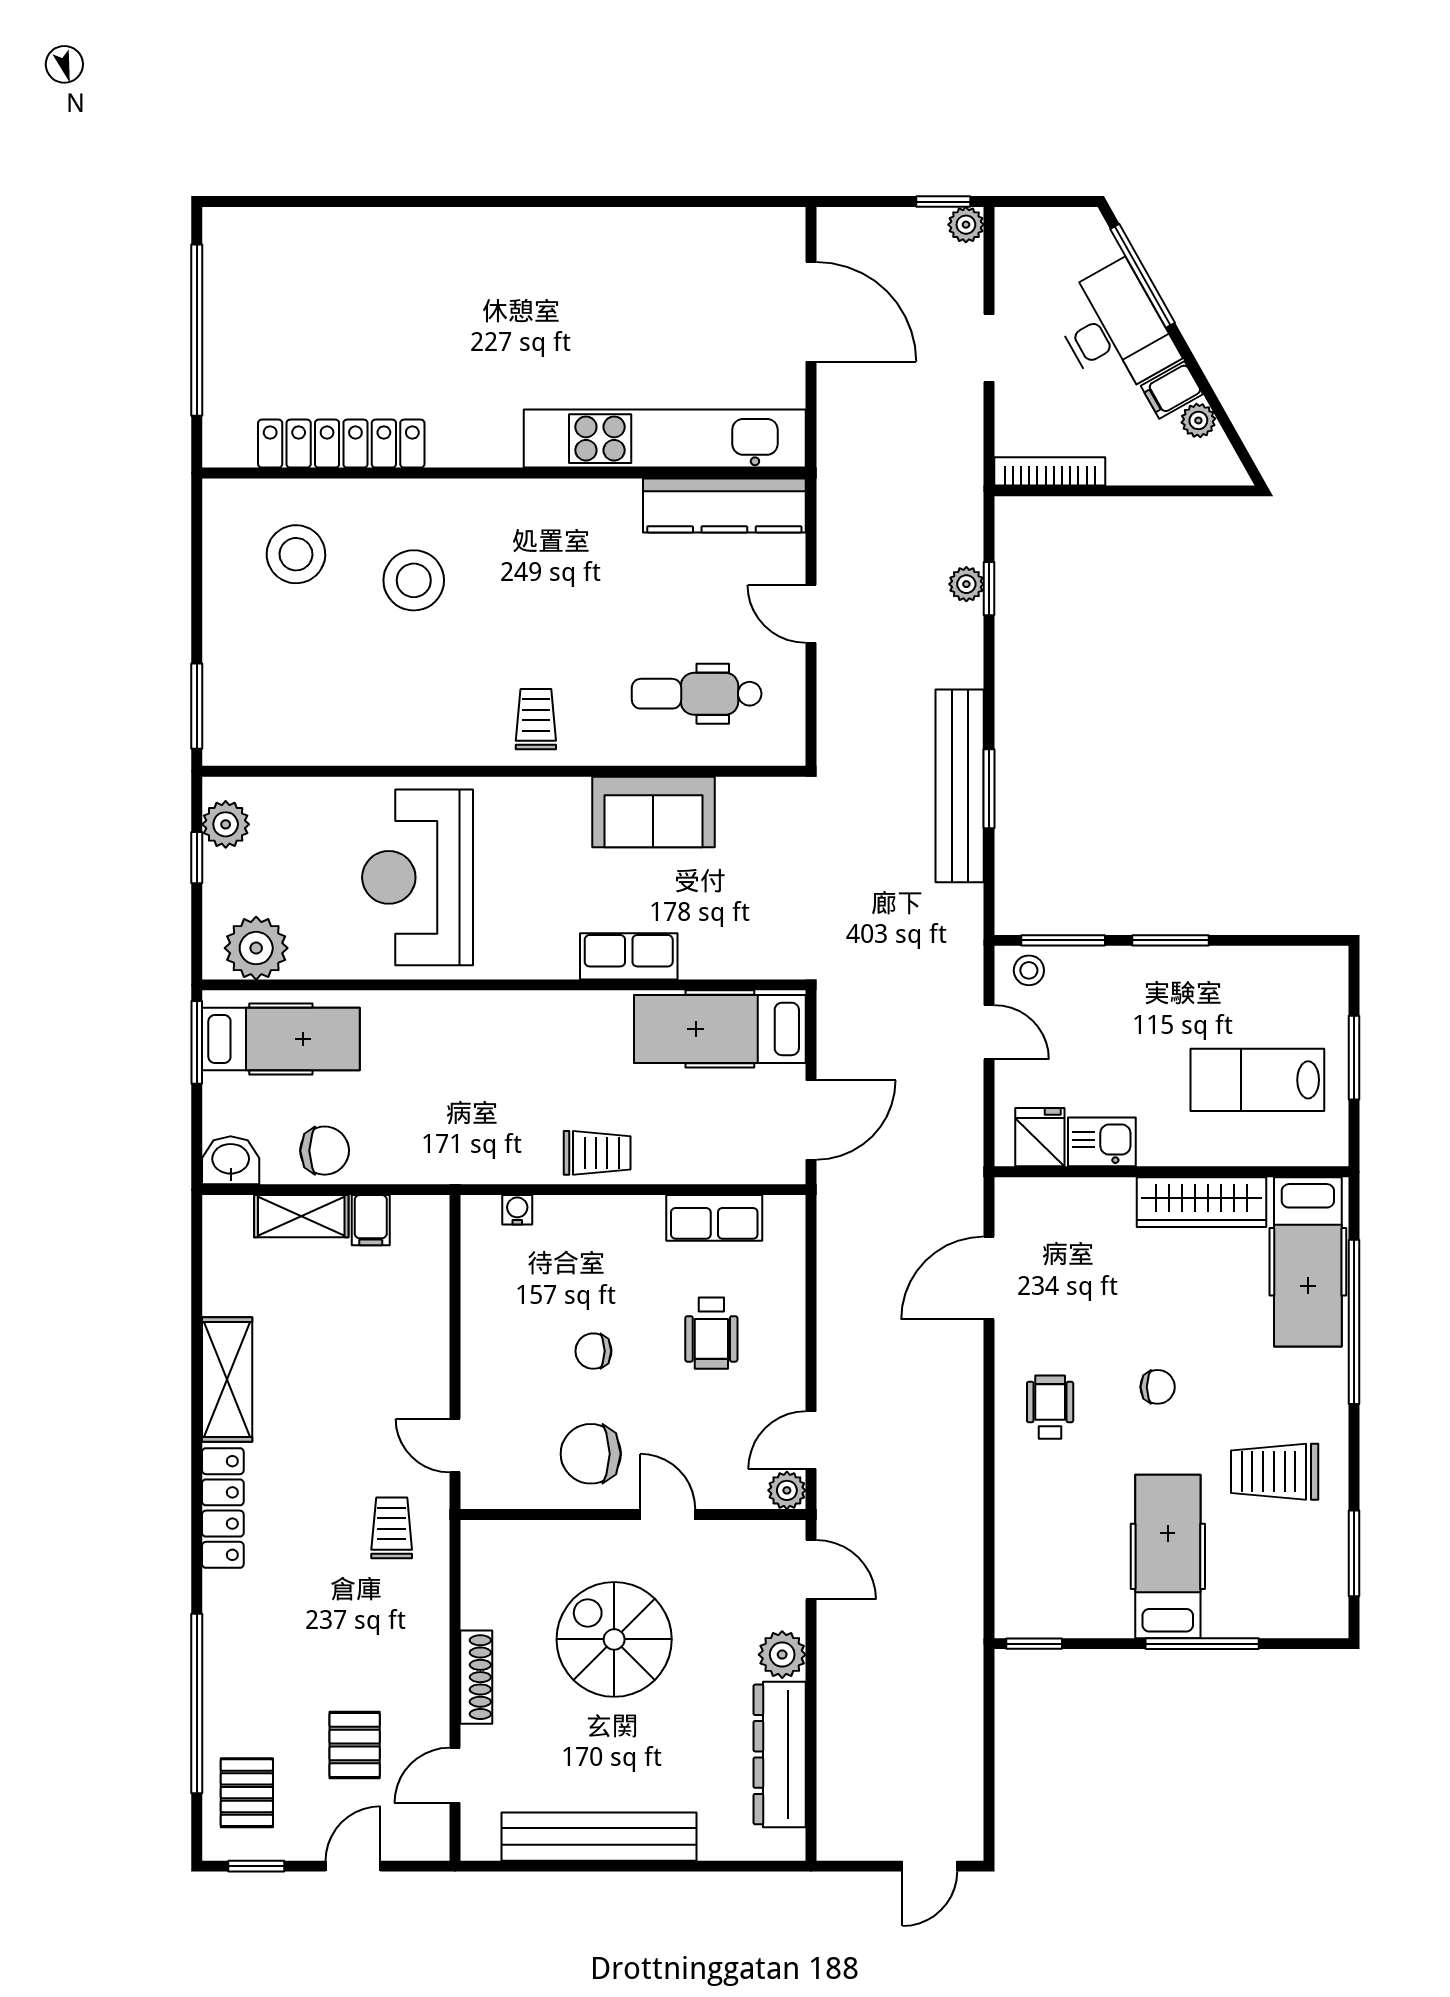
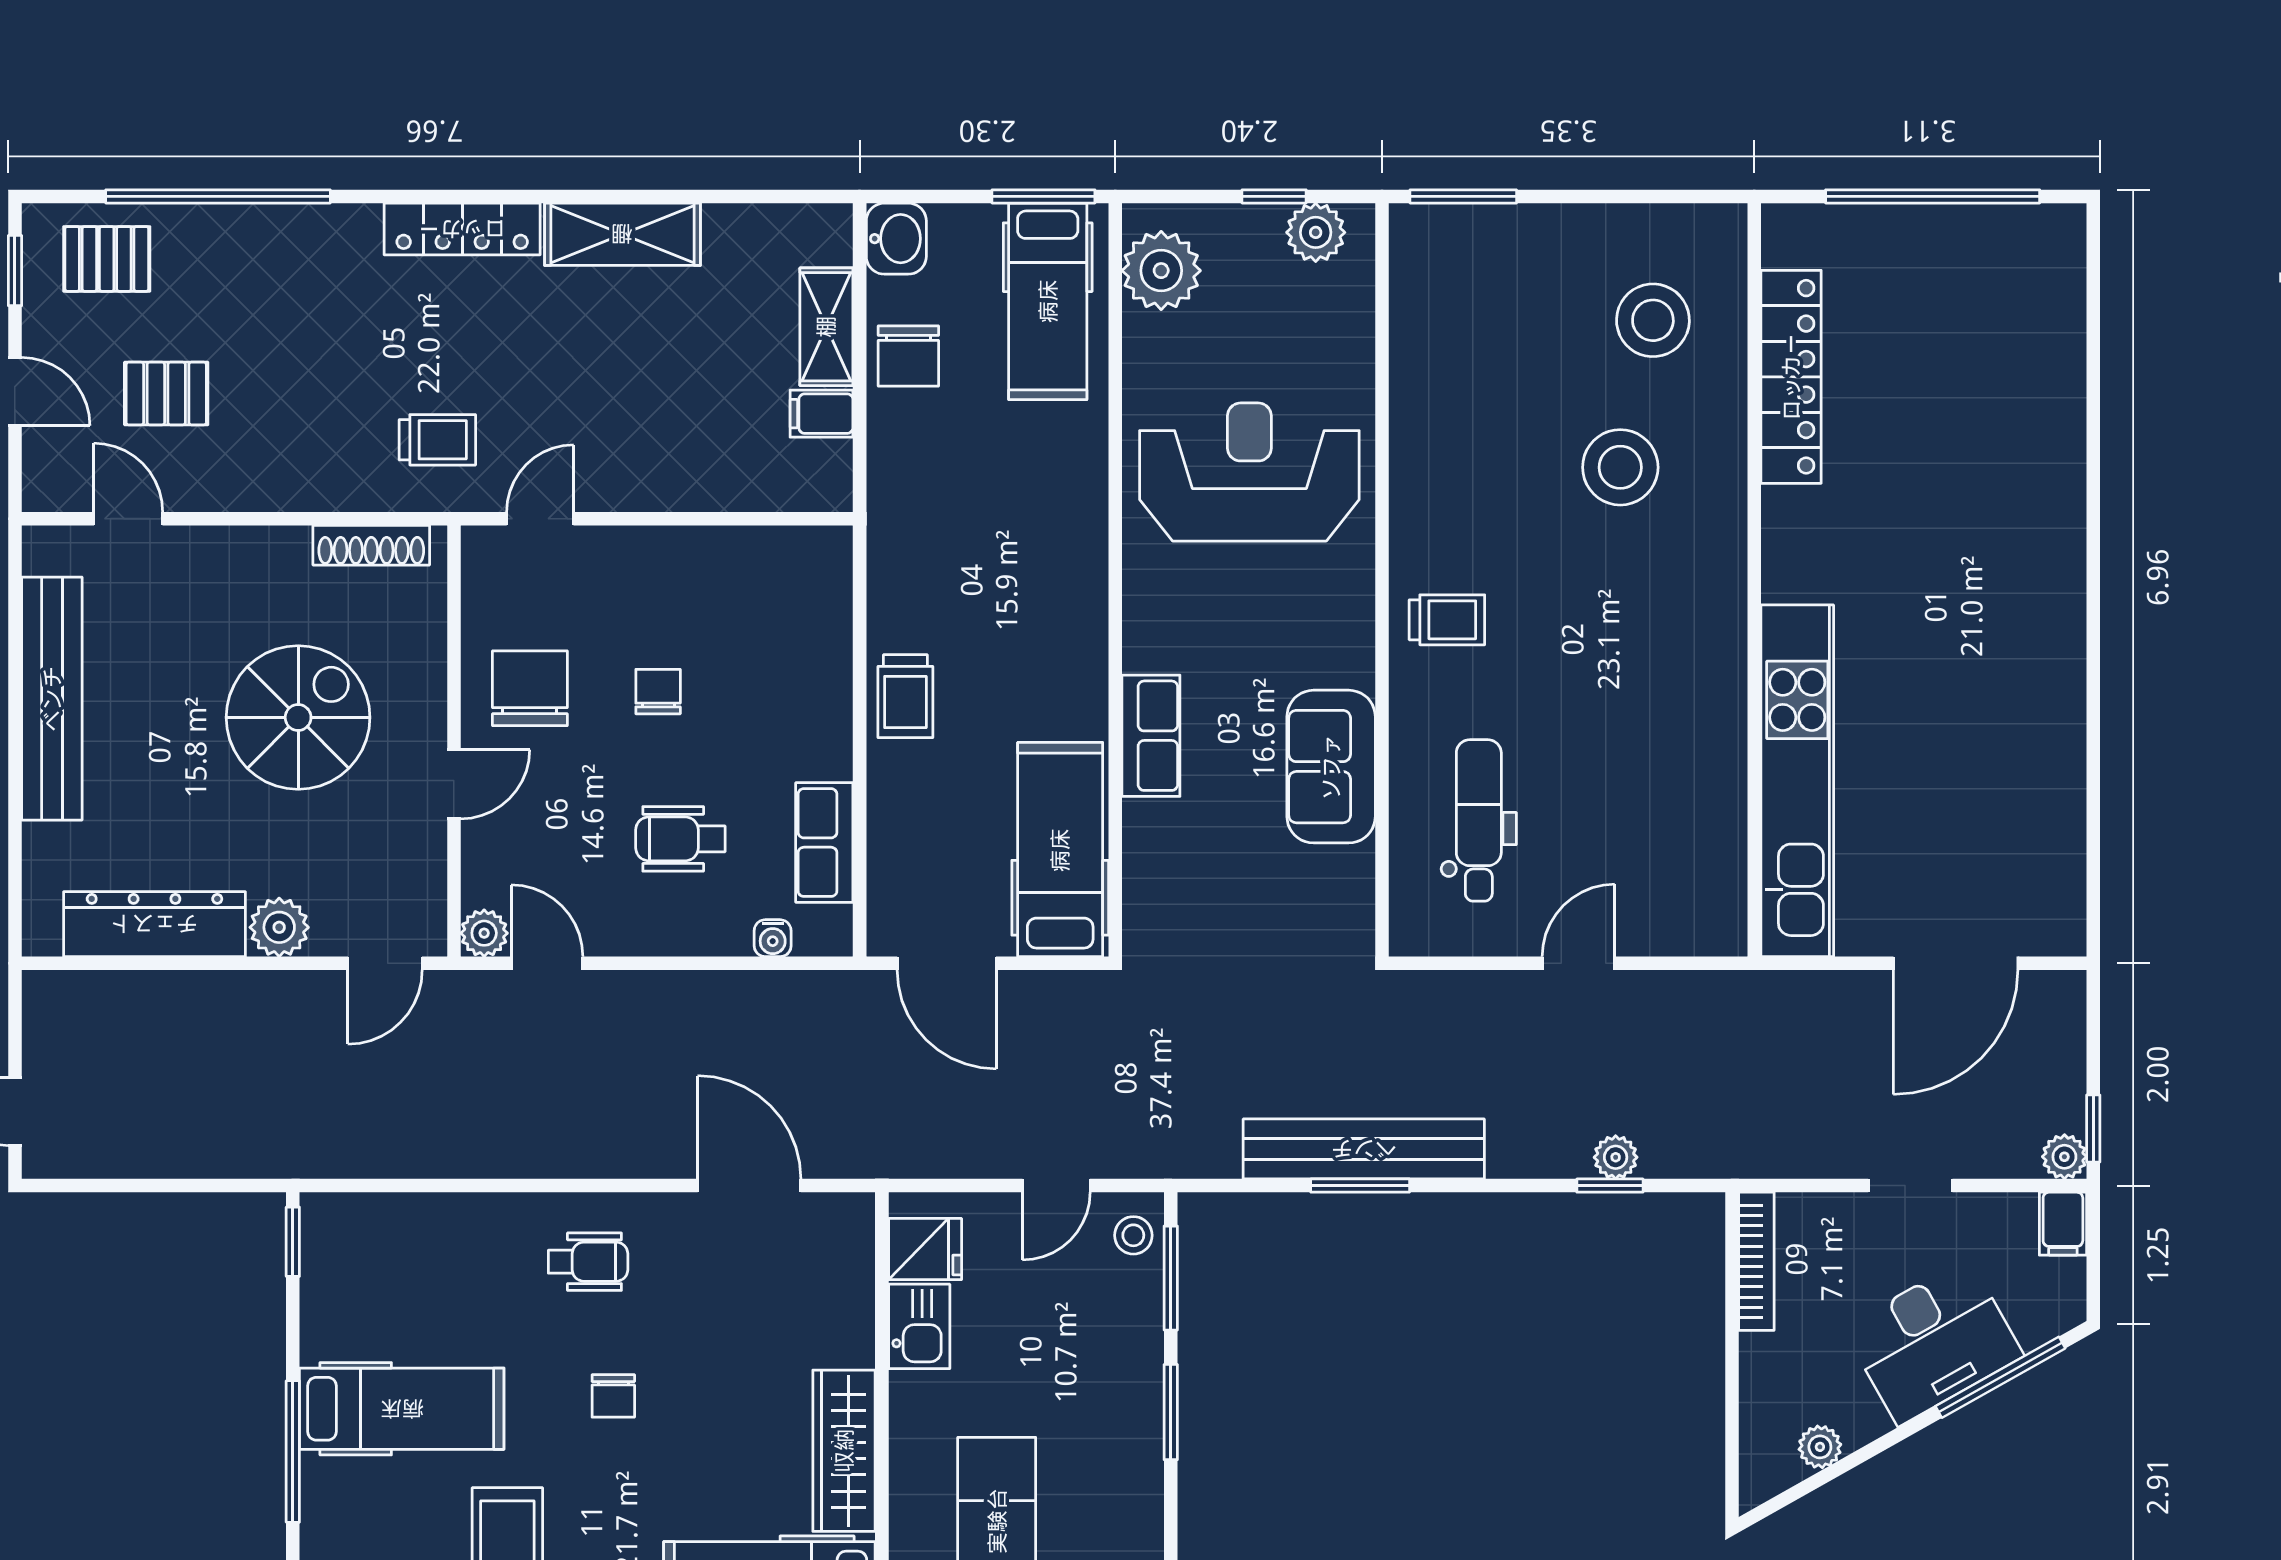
filing cabinet: (1172, 390) -> (2063, 1224), moved, turned -151
kitchen counter: (724, 506) -> (1714, 855), removed
water cooler: (517, 1210) -> (773, 938), moved, turned 90
shoe rack: (476, 1677) -> (371, 545), moved

